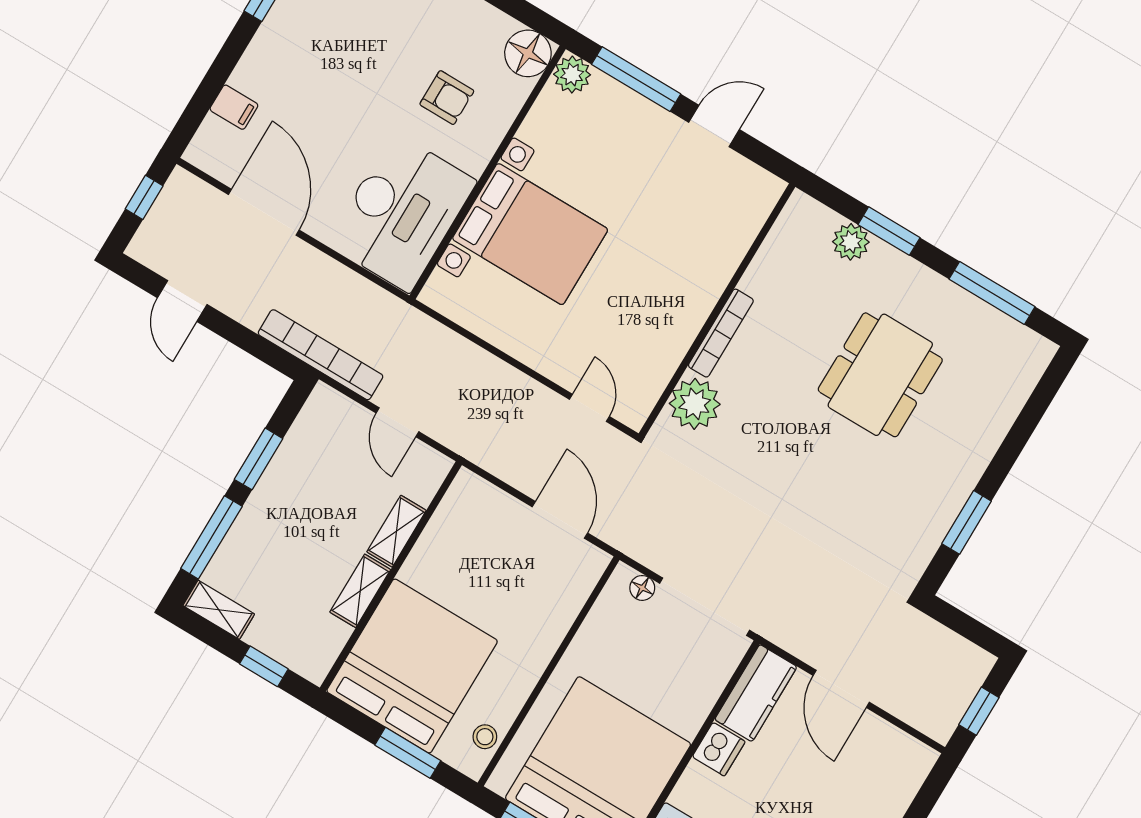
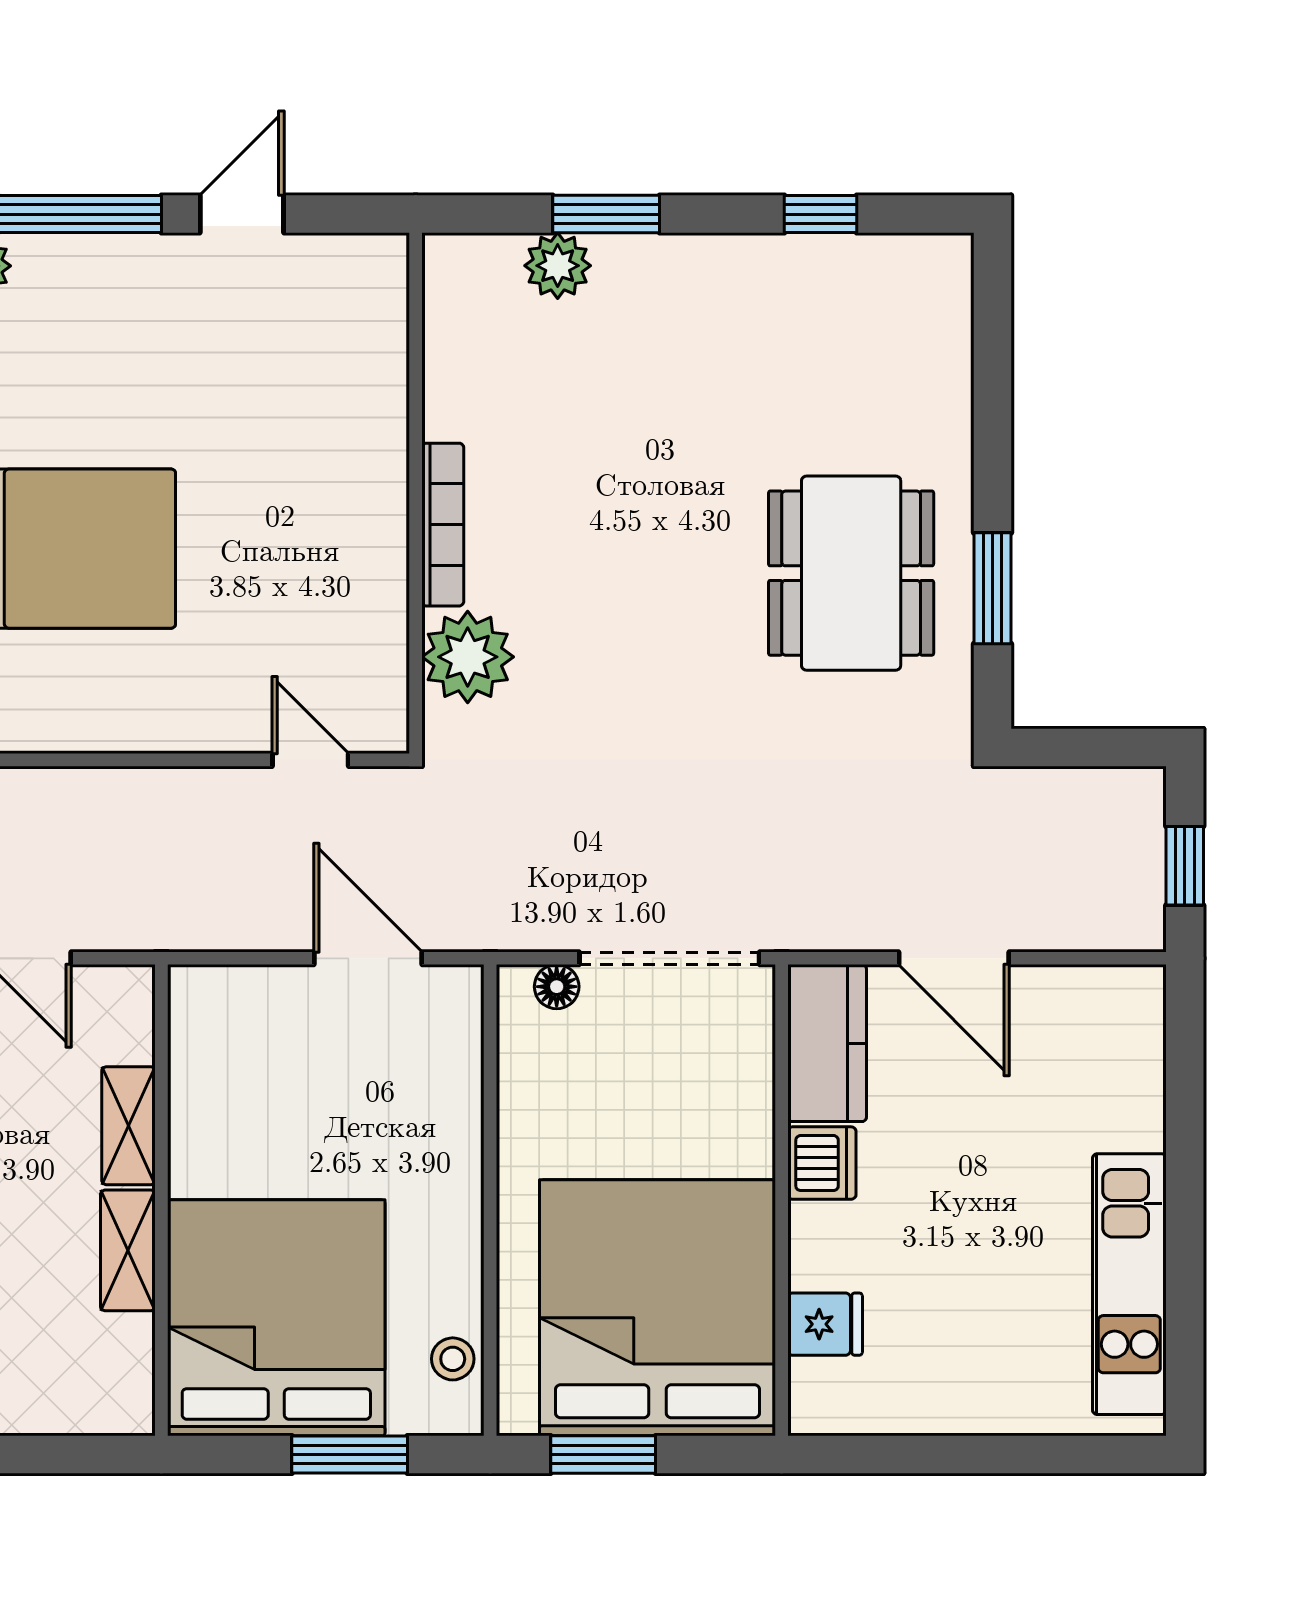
window: (992, 293) -> (820, 214), width x0.46
dining table: (880, 375) -> (851, 573), moved
window: (264, 666) -> (50, 1454), removed

